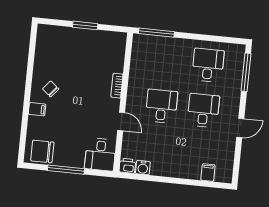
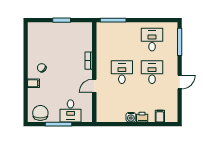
door: (121, 121) -> (94, 86), swing flipped
chair: (42, 151) -> (40, 113), turned 90
desk: (100, 154) -> (71, 111), moved
printer: (127, 166) -> (142, 117), moved
water cooler: (143, 168) -> (131, 117), moved

